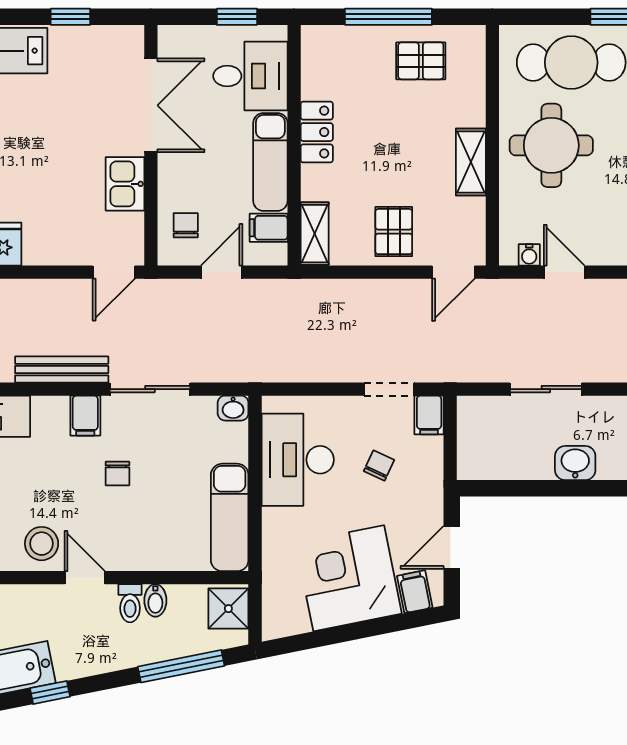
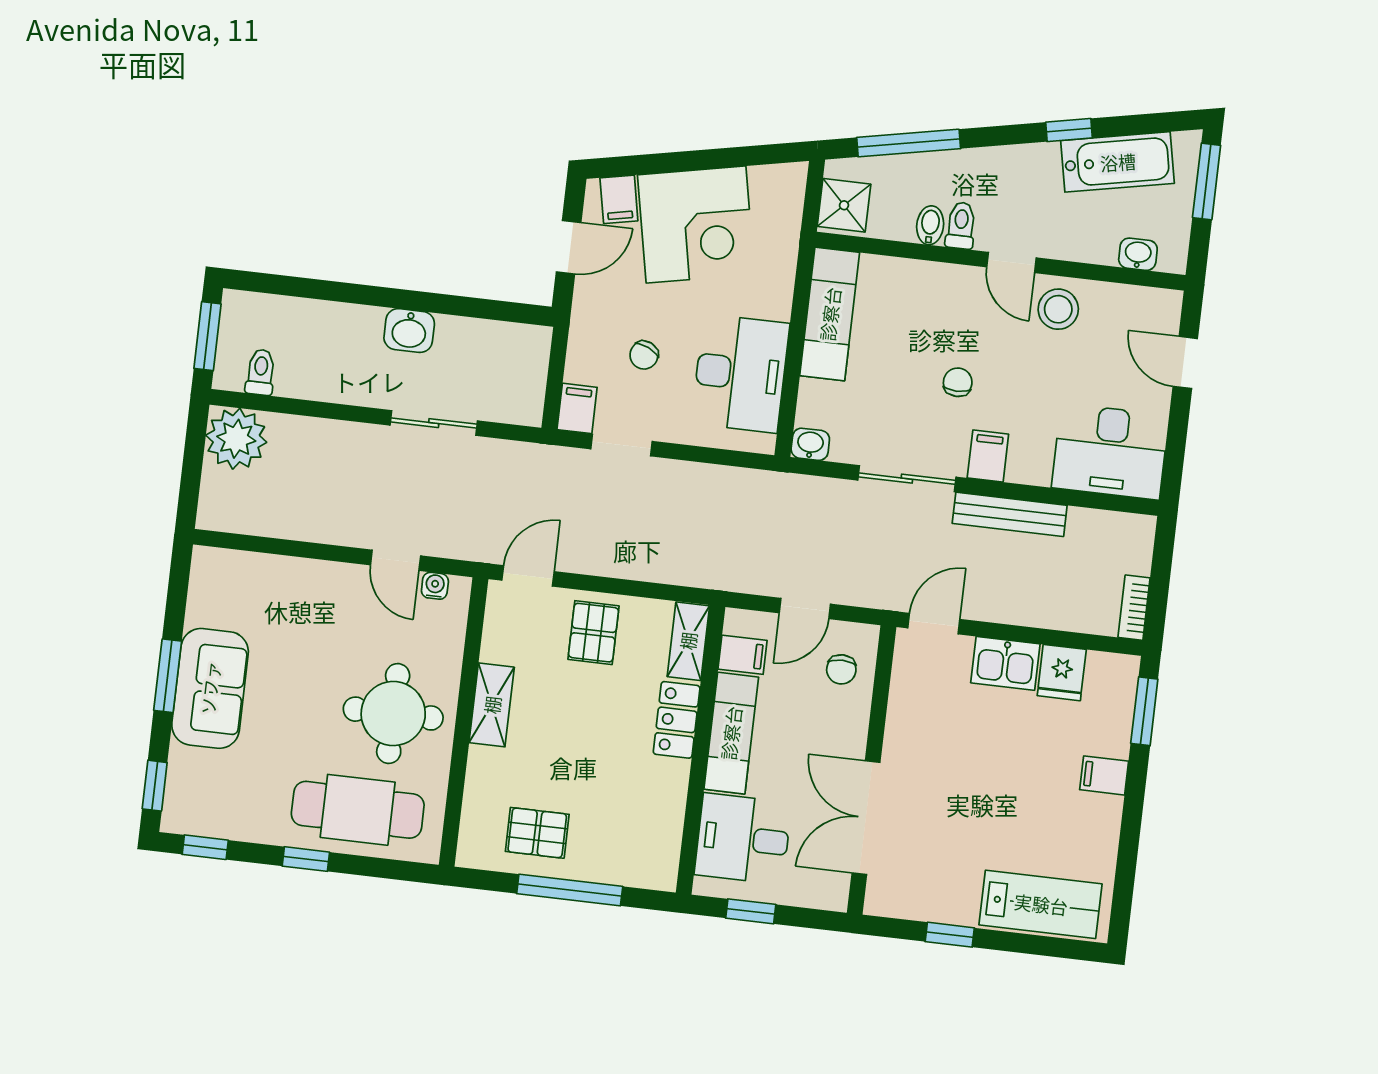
locker: (317, 132) -> (677, 720), moved
kitchen sink: (125, 184) -> (1005, 663), moved, turned 90

